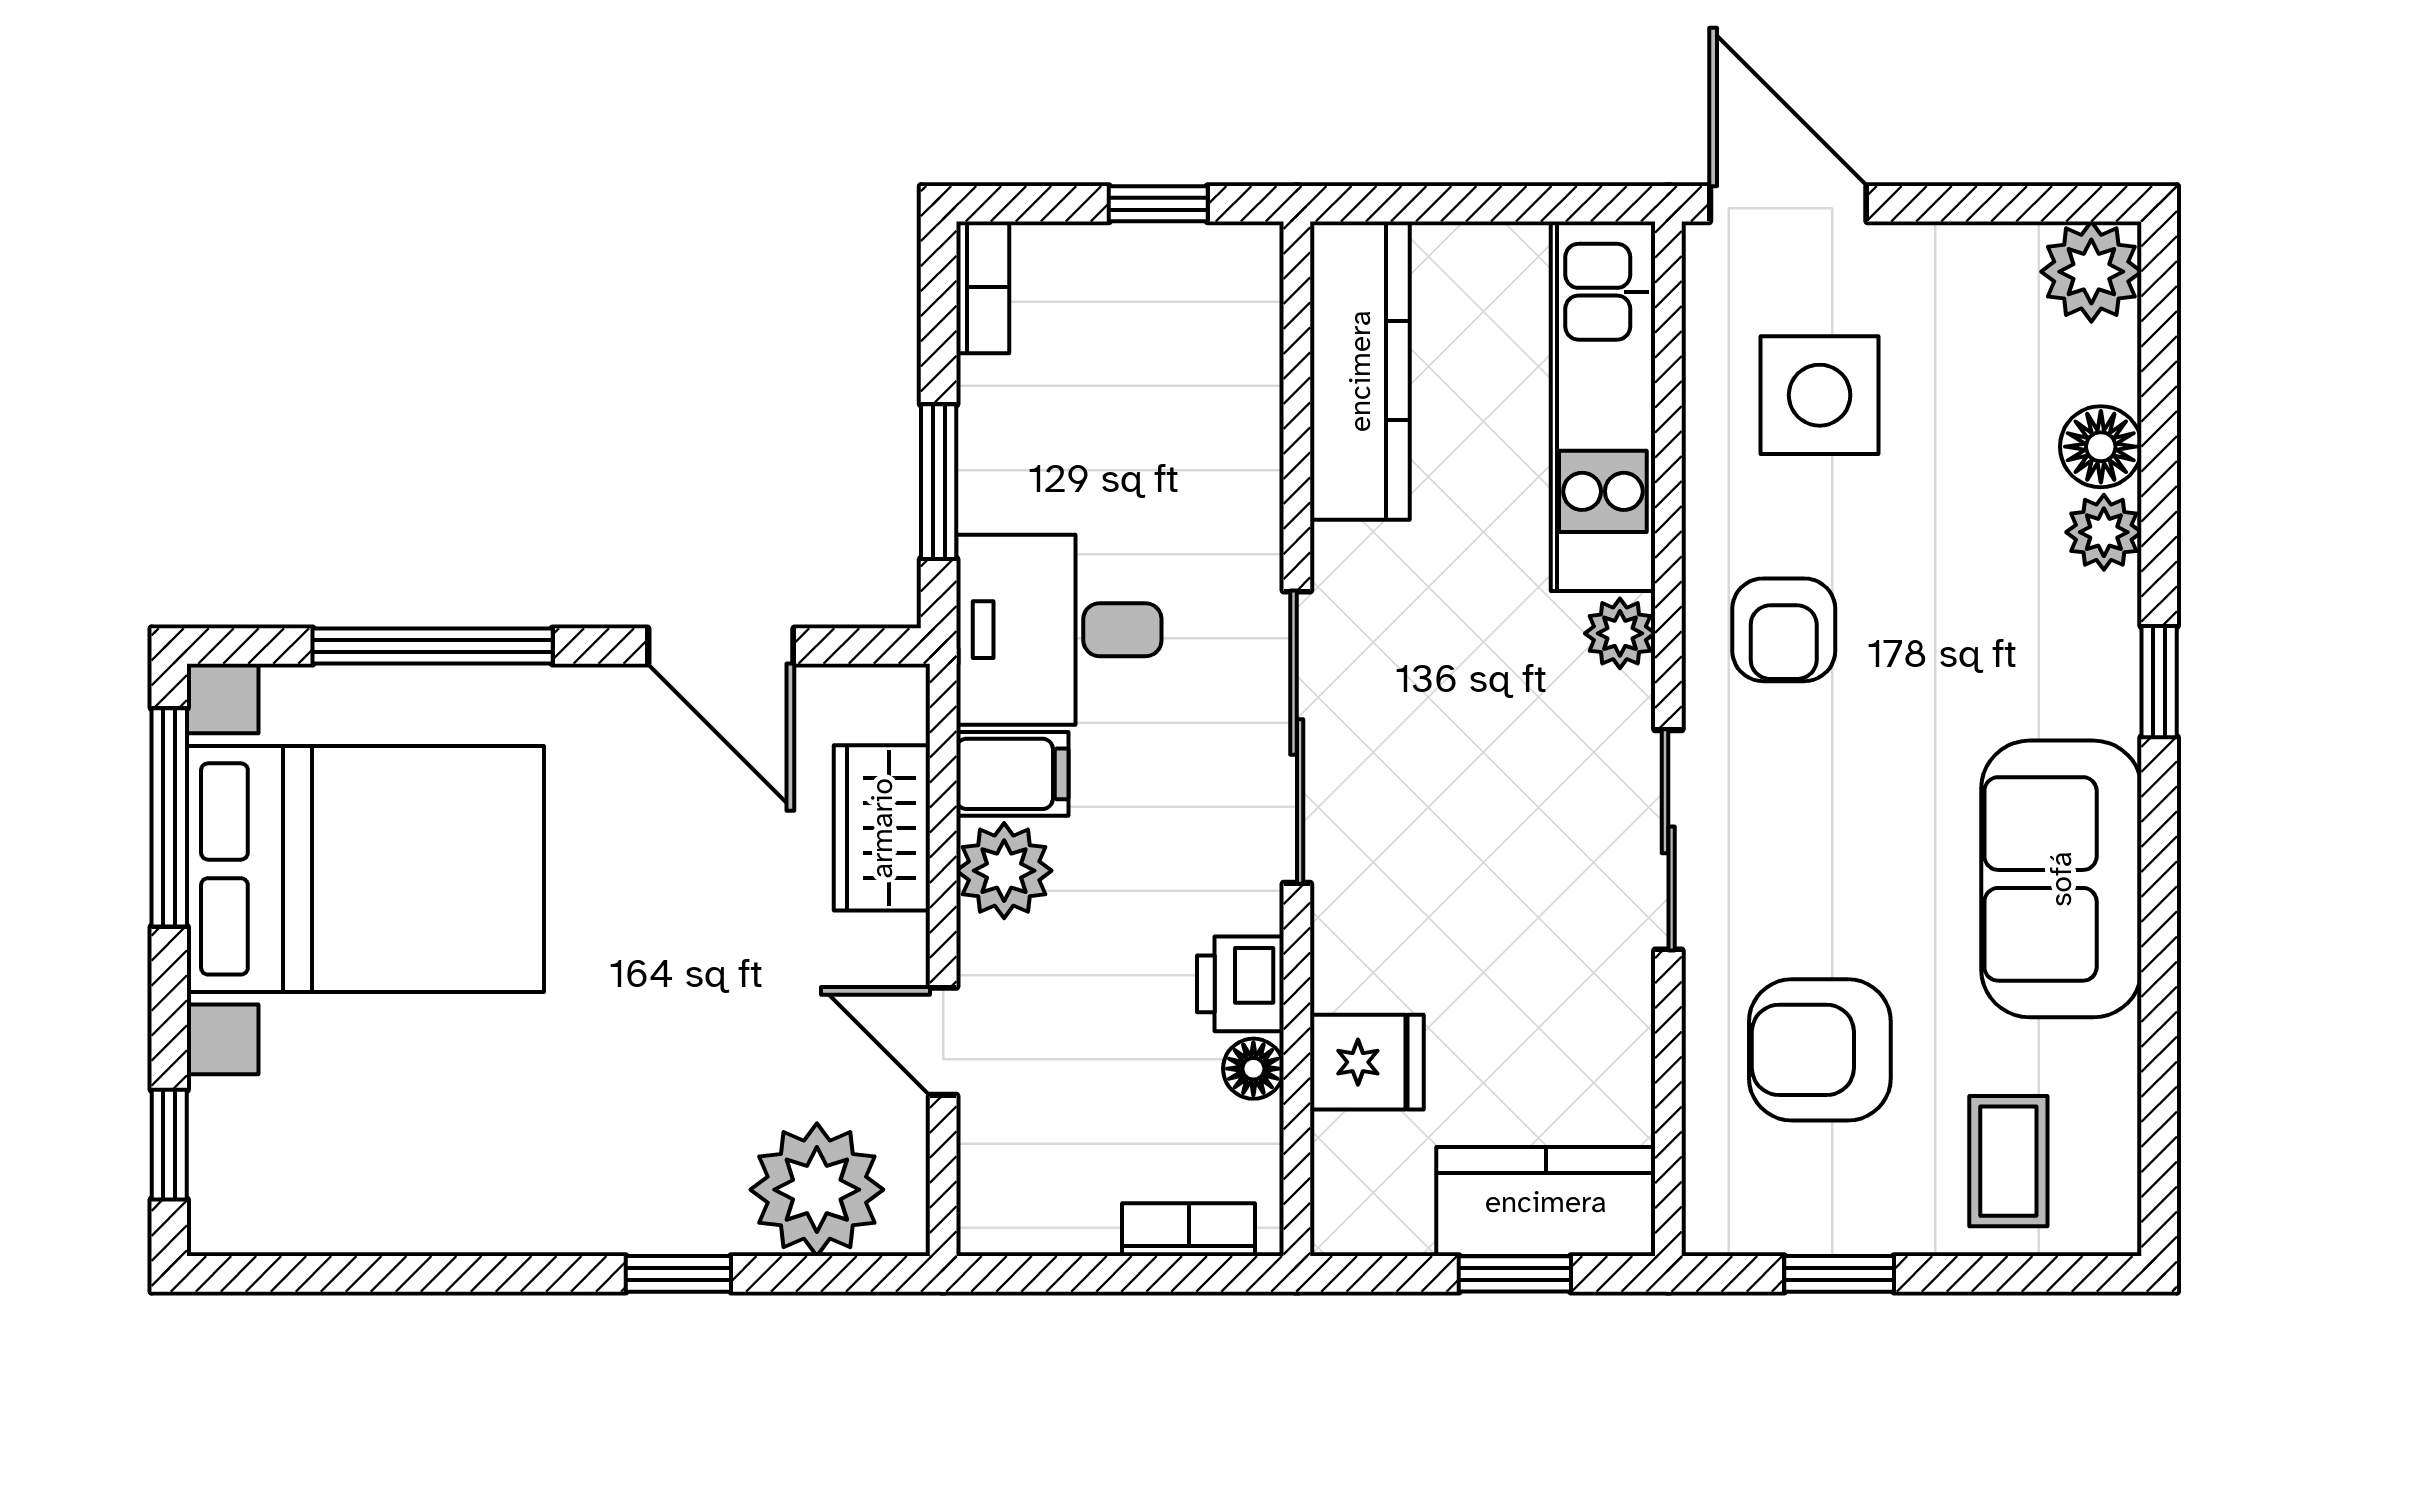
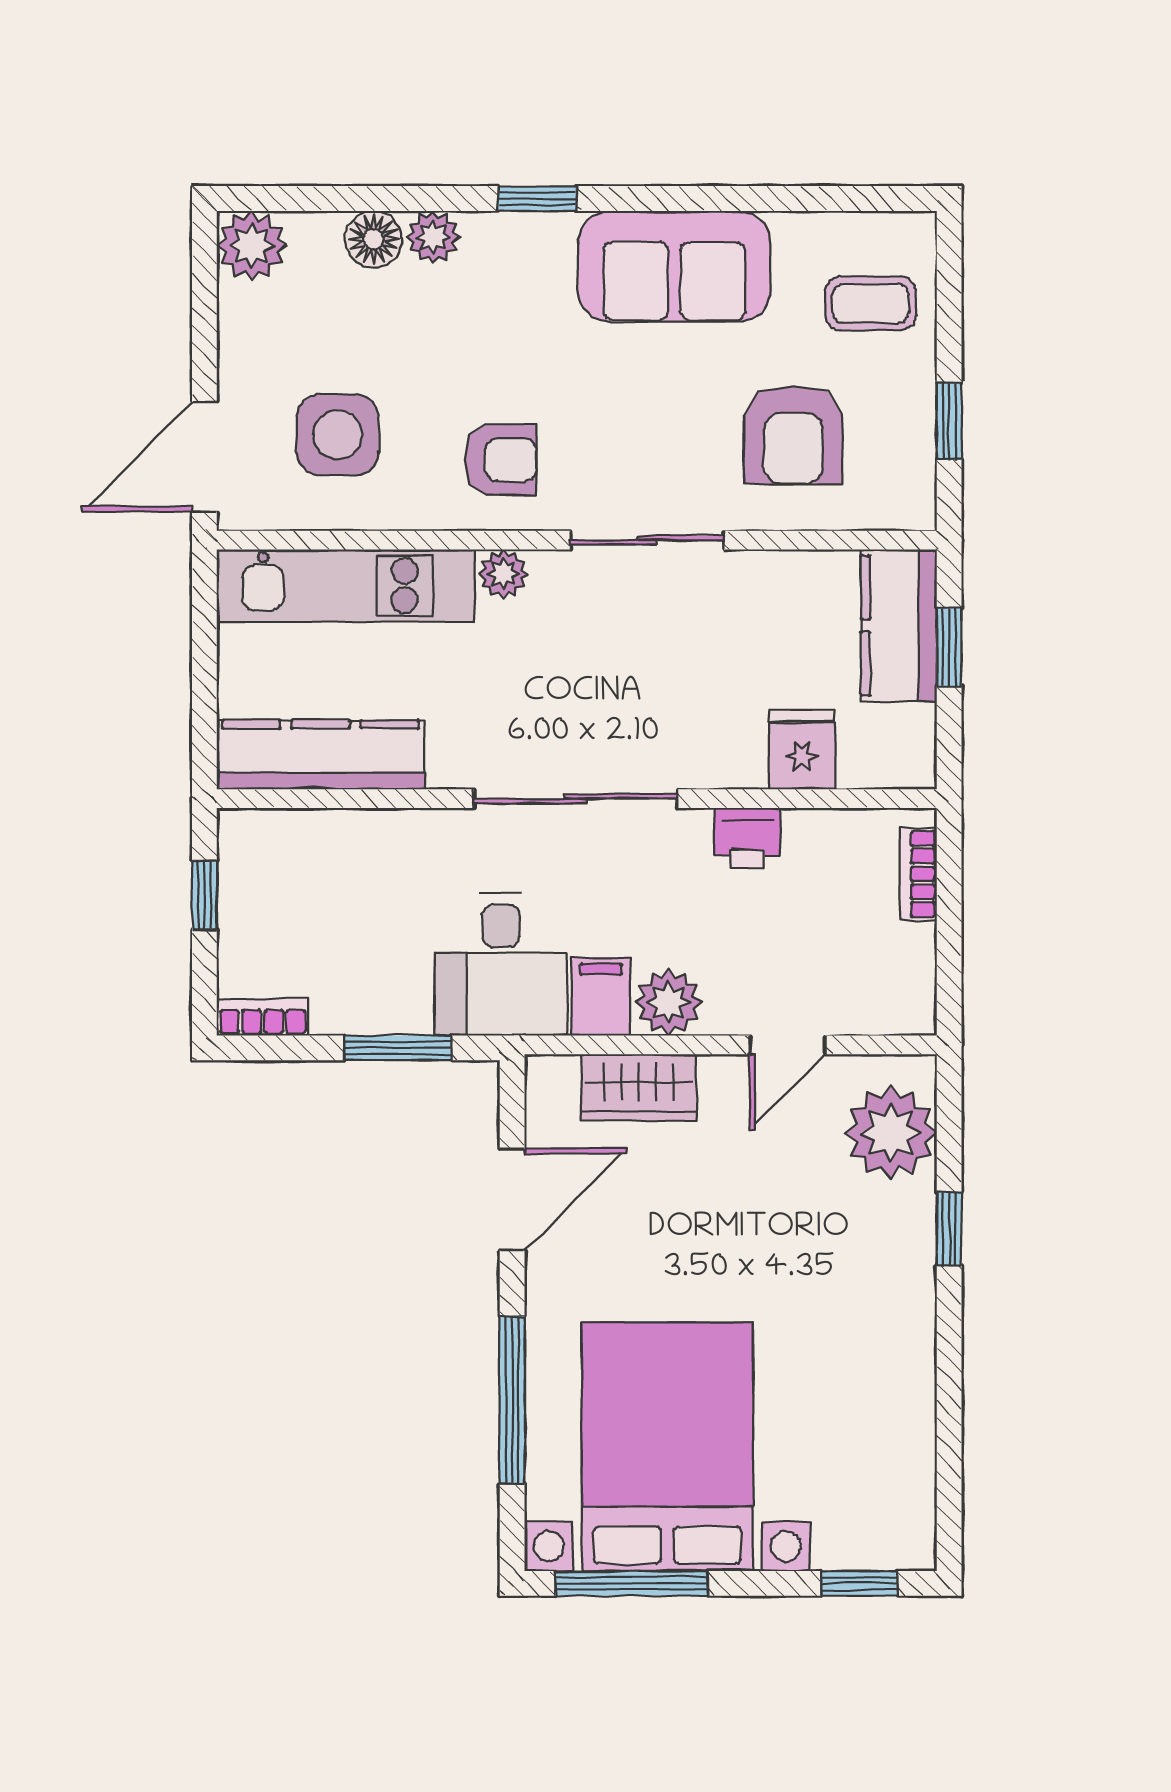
floor lamp: (1253, 1069) -> (806, 829), removed

